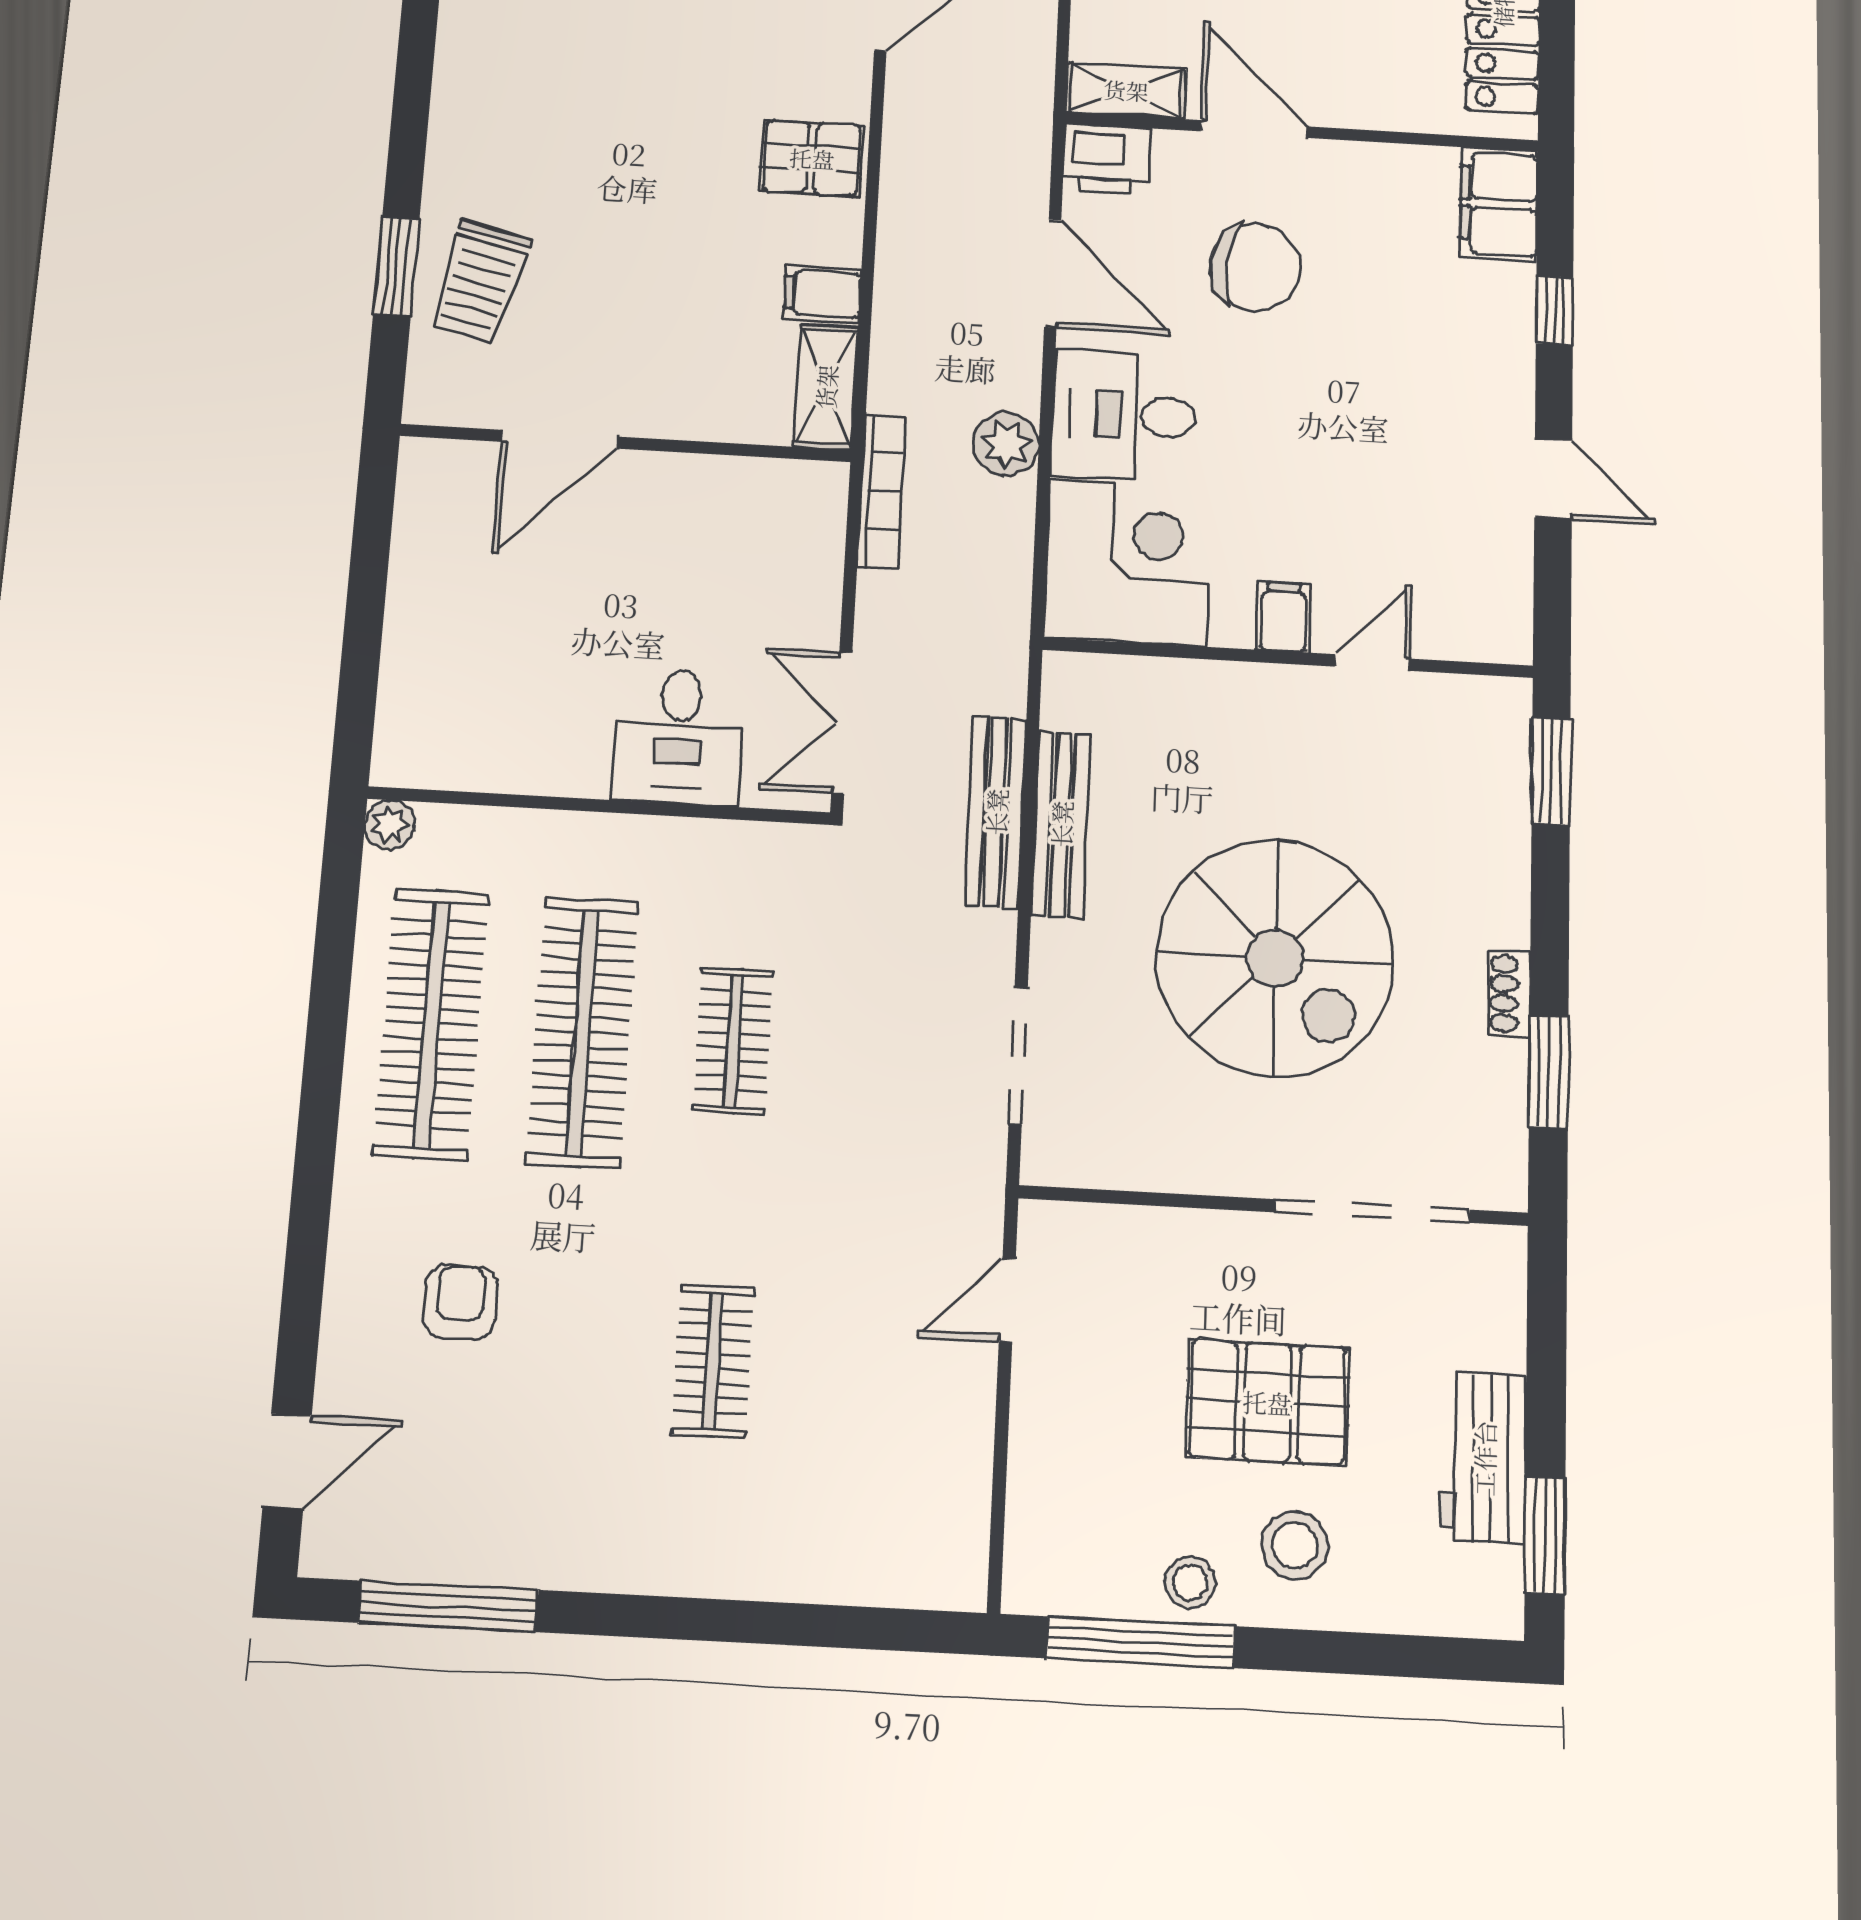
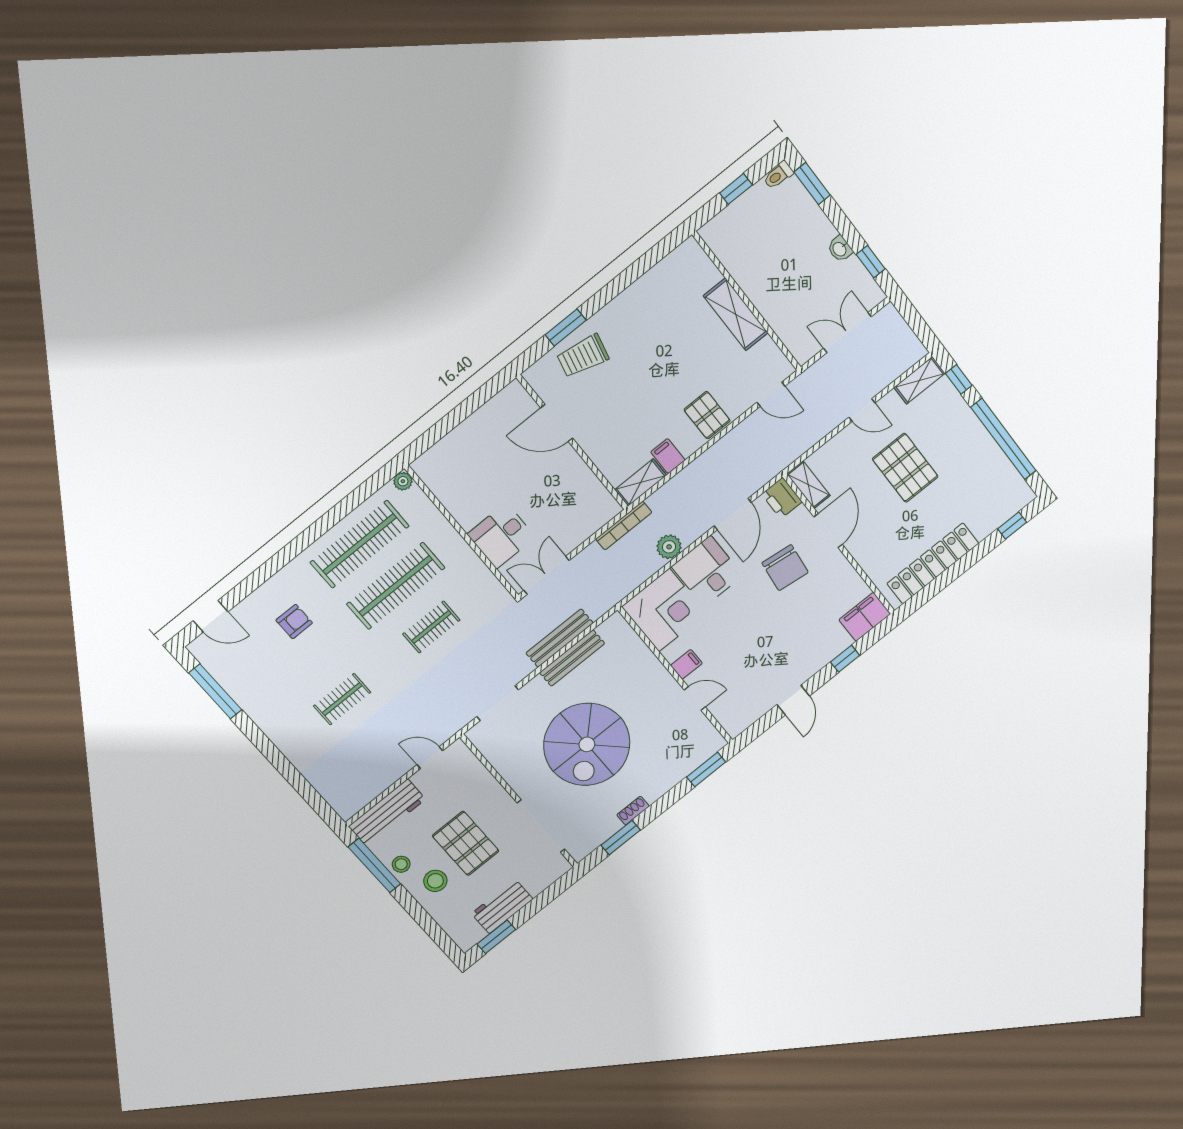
workbench: (1046, 1503) -> (387, 813), added

